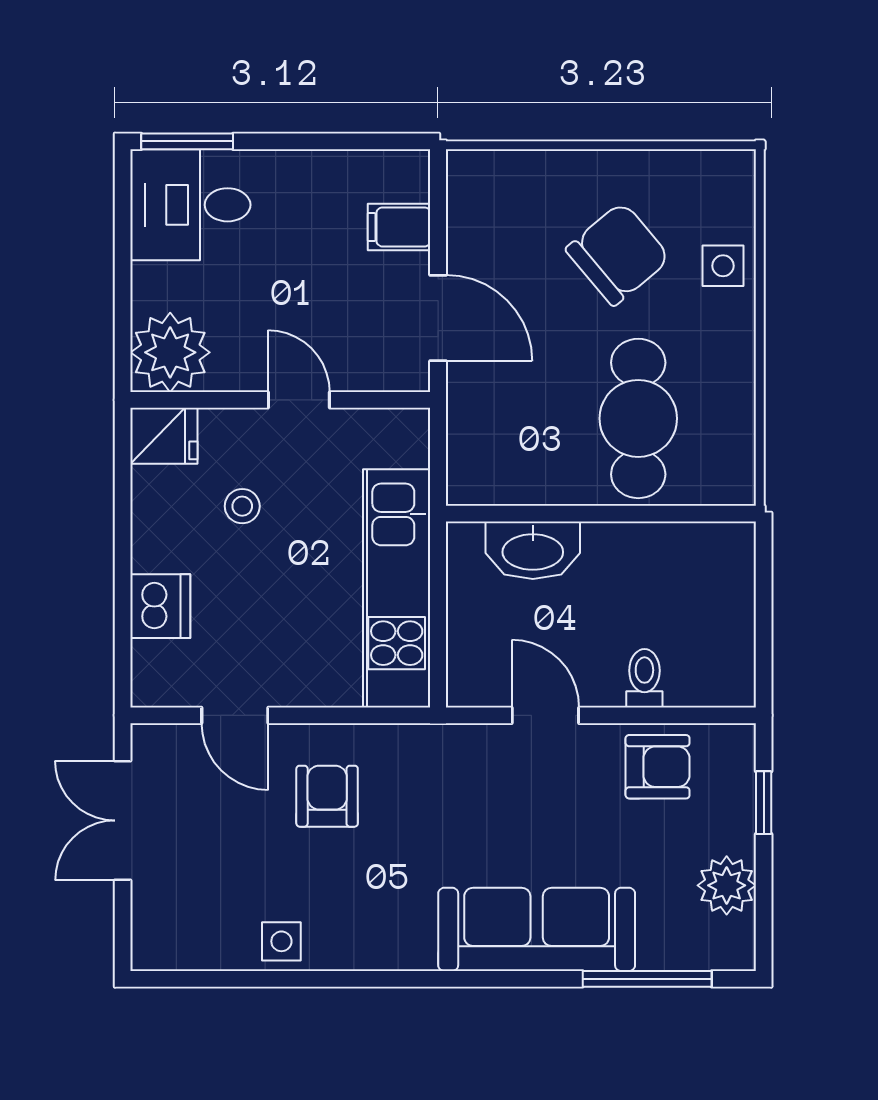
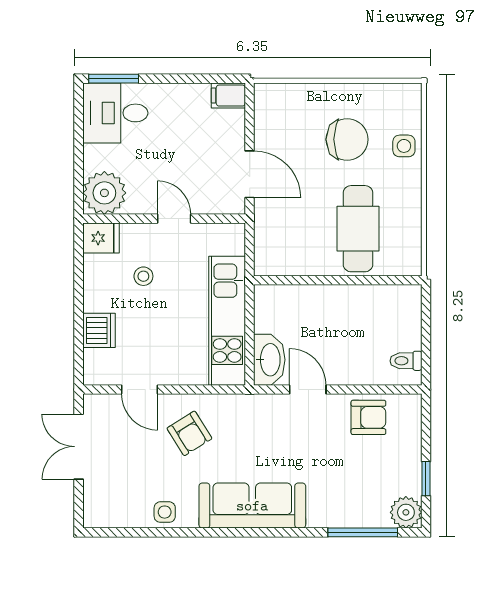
filing cabinet: (399, 227) -> (228, 96), moved
chair: (618, 254) -> (347, 139), turned 40
washbasin: (533, 550) -> (269, 360), moved, turned -90
toilet: (644, 678) -> (406, 361), moved, turned -90
armchair: (327, 796) -> (189, 433), turned 148
window: (764, 803) -> (426, 479), moved
plant: (727, 885) -> (406, 512), moved
sofa: (537, 929) -> (252, 506), moved

